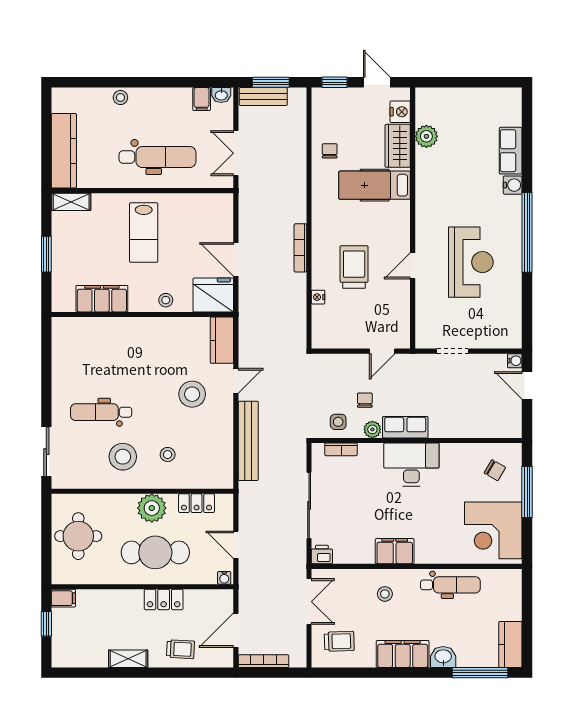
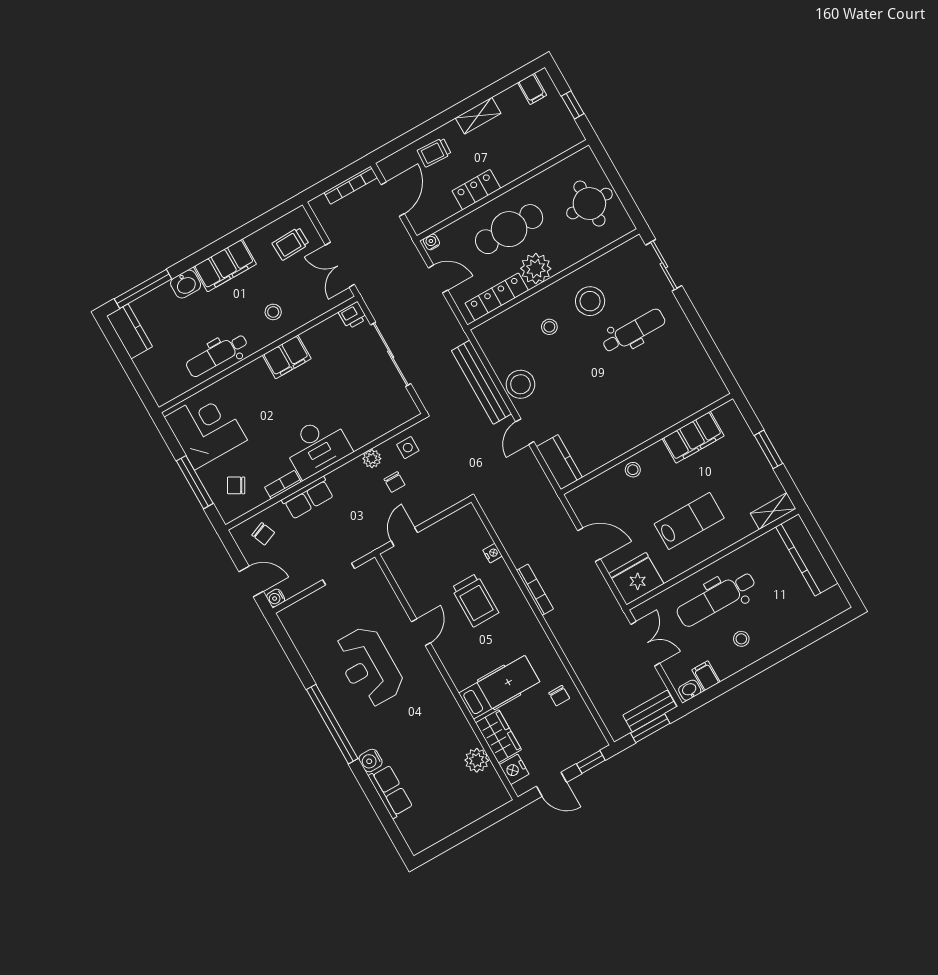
stool: (120, 97) -> (741, 639), moved
lab bench: (144, 233) -> (689, 521), turned 90
fridge: (213, 295) -> (636, 579), moved, turned 180
stool: (192, 394) -> (520, 384), moved
chair: (495, 419) -> (263, 534), added
row of seats: (405, 427) -> (308, 498), moved
bookcase: (341, 449) -> (283, 485), moved
locker: (197, 503) -> (497, 297), width x1.53
filing cabinet: (63, 598) -> (532, 89), moved, turned -90

